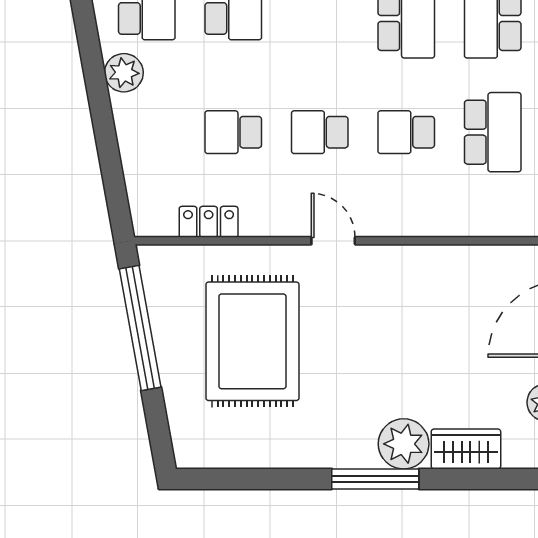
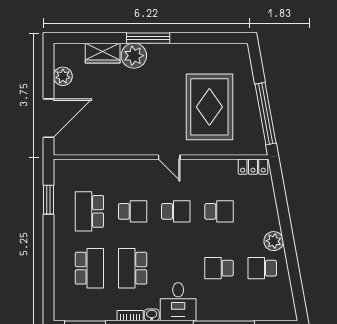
locker: (209, 222) -> (253, 167), moved

